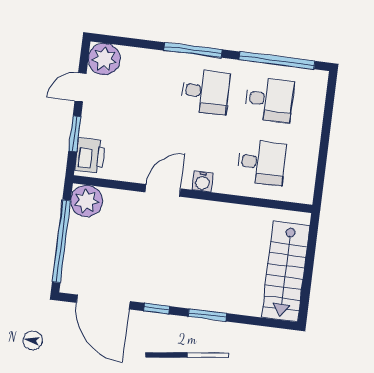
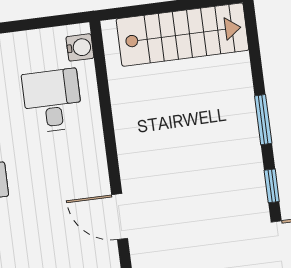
water cooler: (202, 181) -> (80, 47), moved

